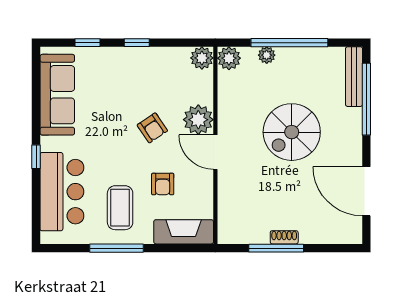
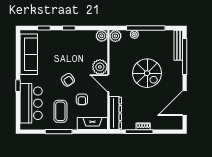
armchair: (152, 128) -> (68, 80), moved
spiral stairs: (292, 132) -> (147, 73), turned -90
door: (366, 191) -> (185, 103), hinge flipped
dresser: (229, 211) -> (115, 113), added

